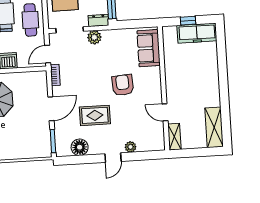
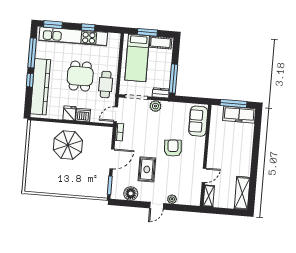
window: (188, 21) -> (233, 103), width x2.17
door: (165, 112) -> (204, 175), swing flipped
rug: (95, 115) -> (147, 169), turned 90

